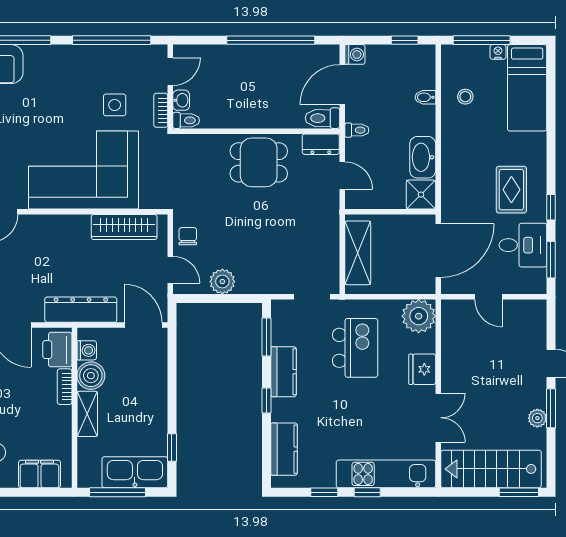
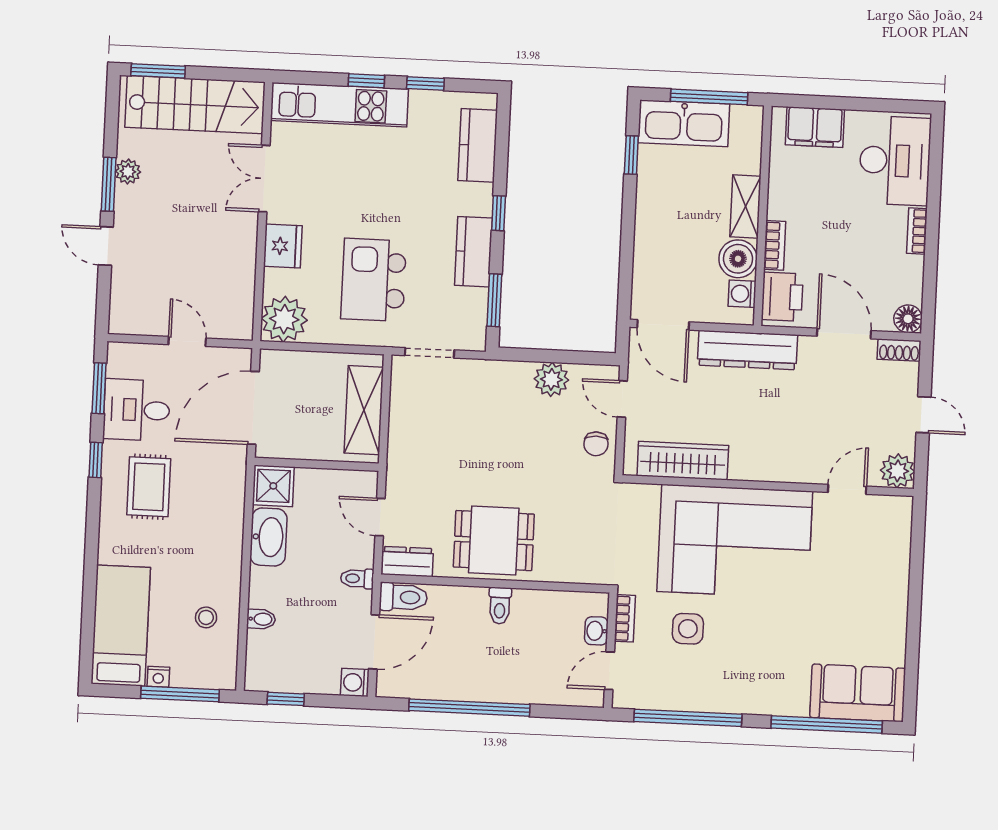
toilet: (186, 120) -> (500, 606), moved, turned -90

